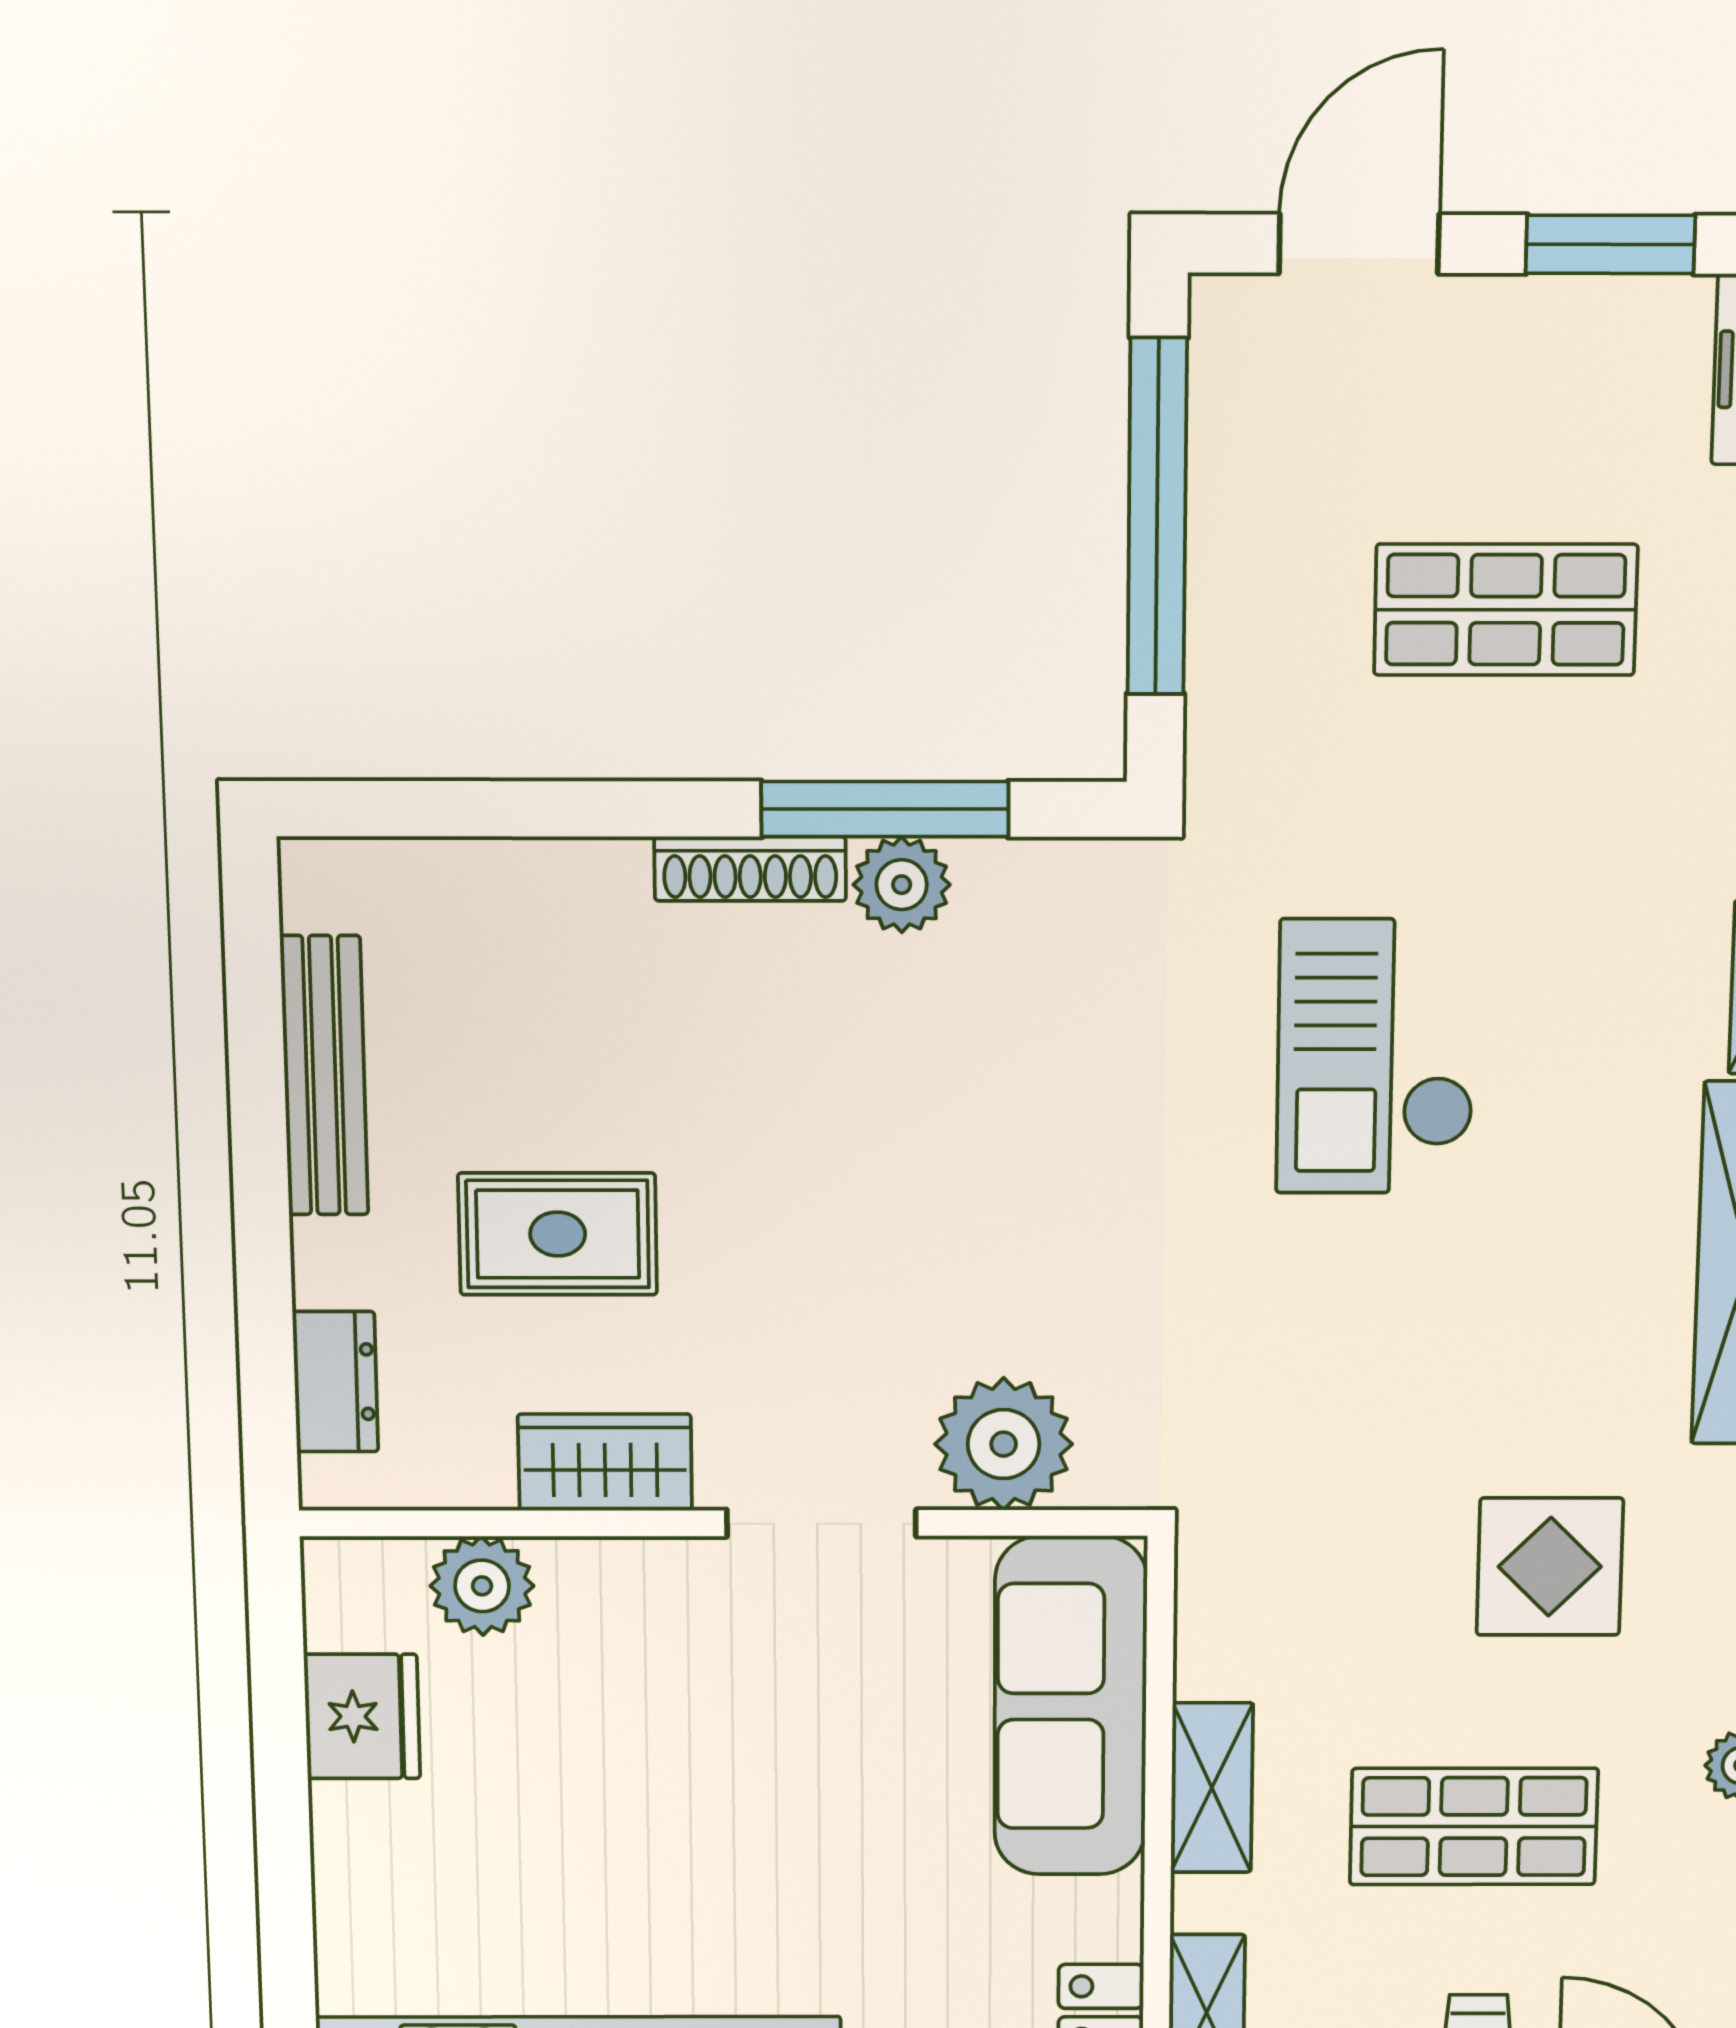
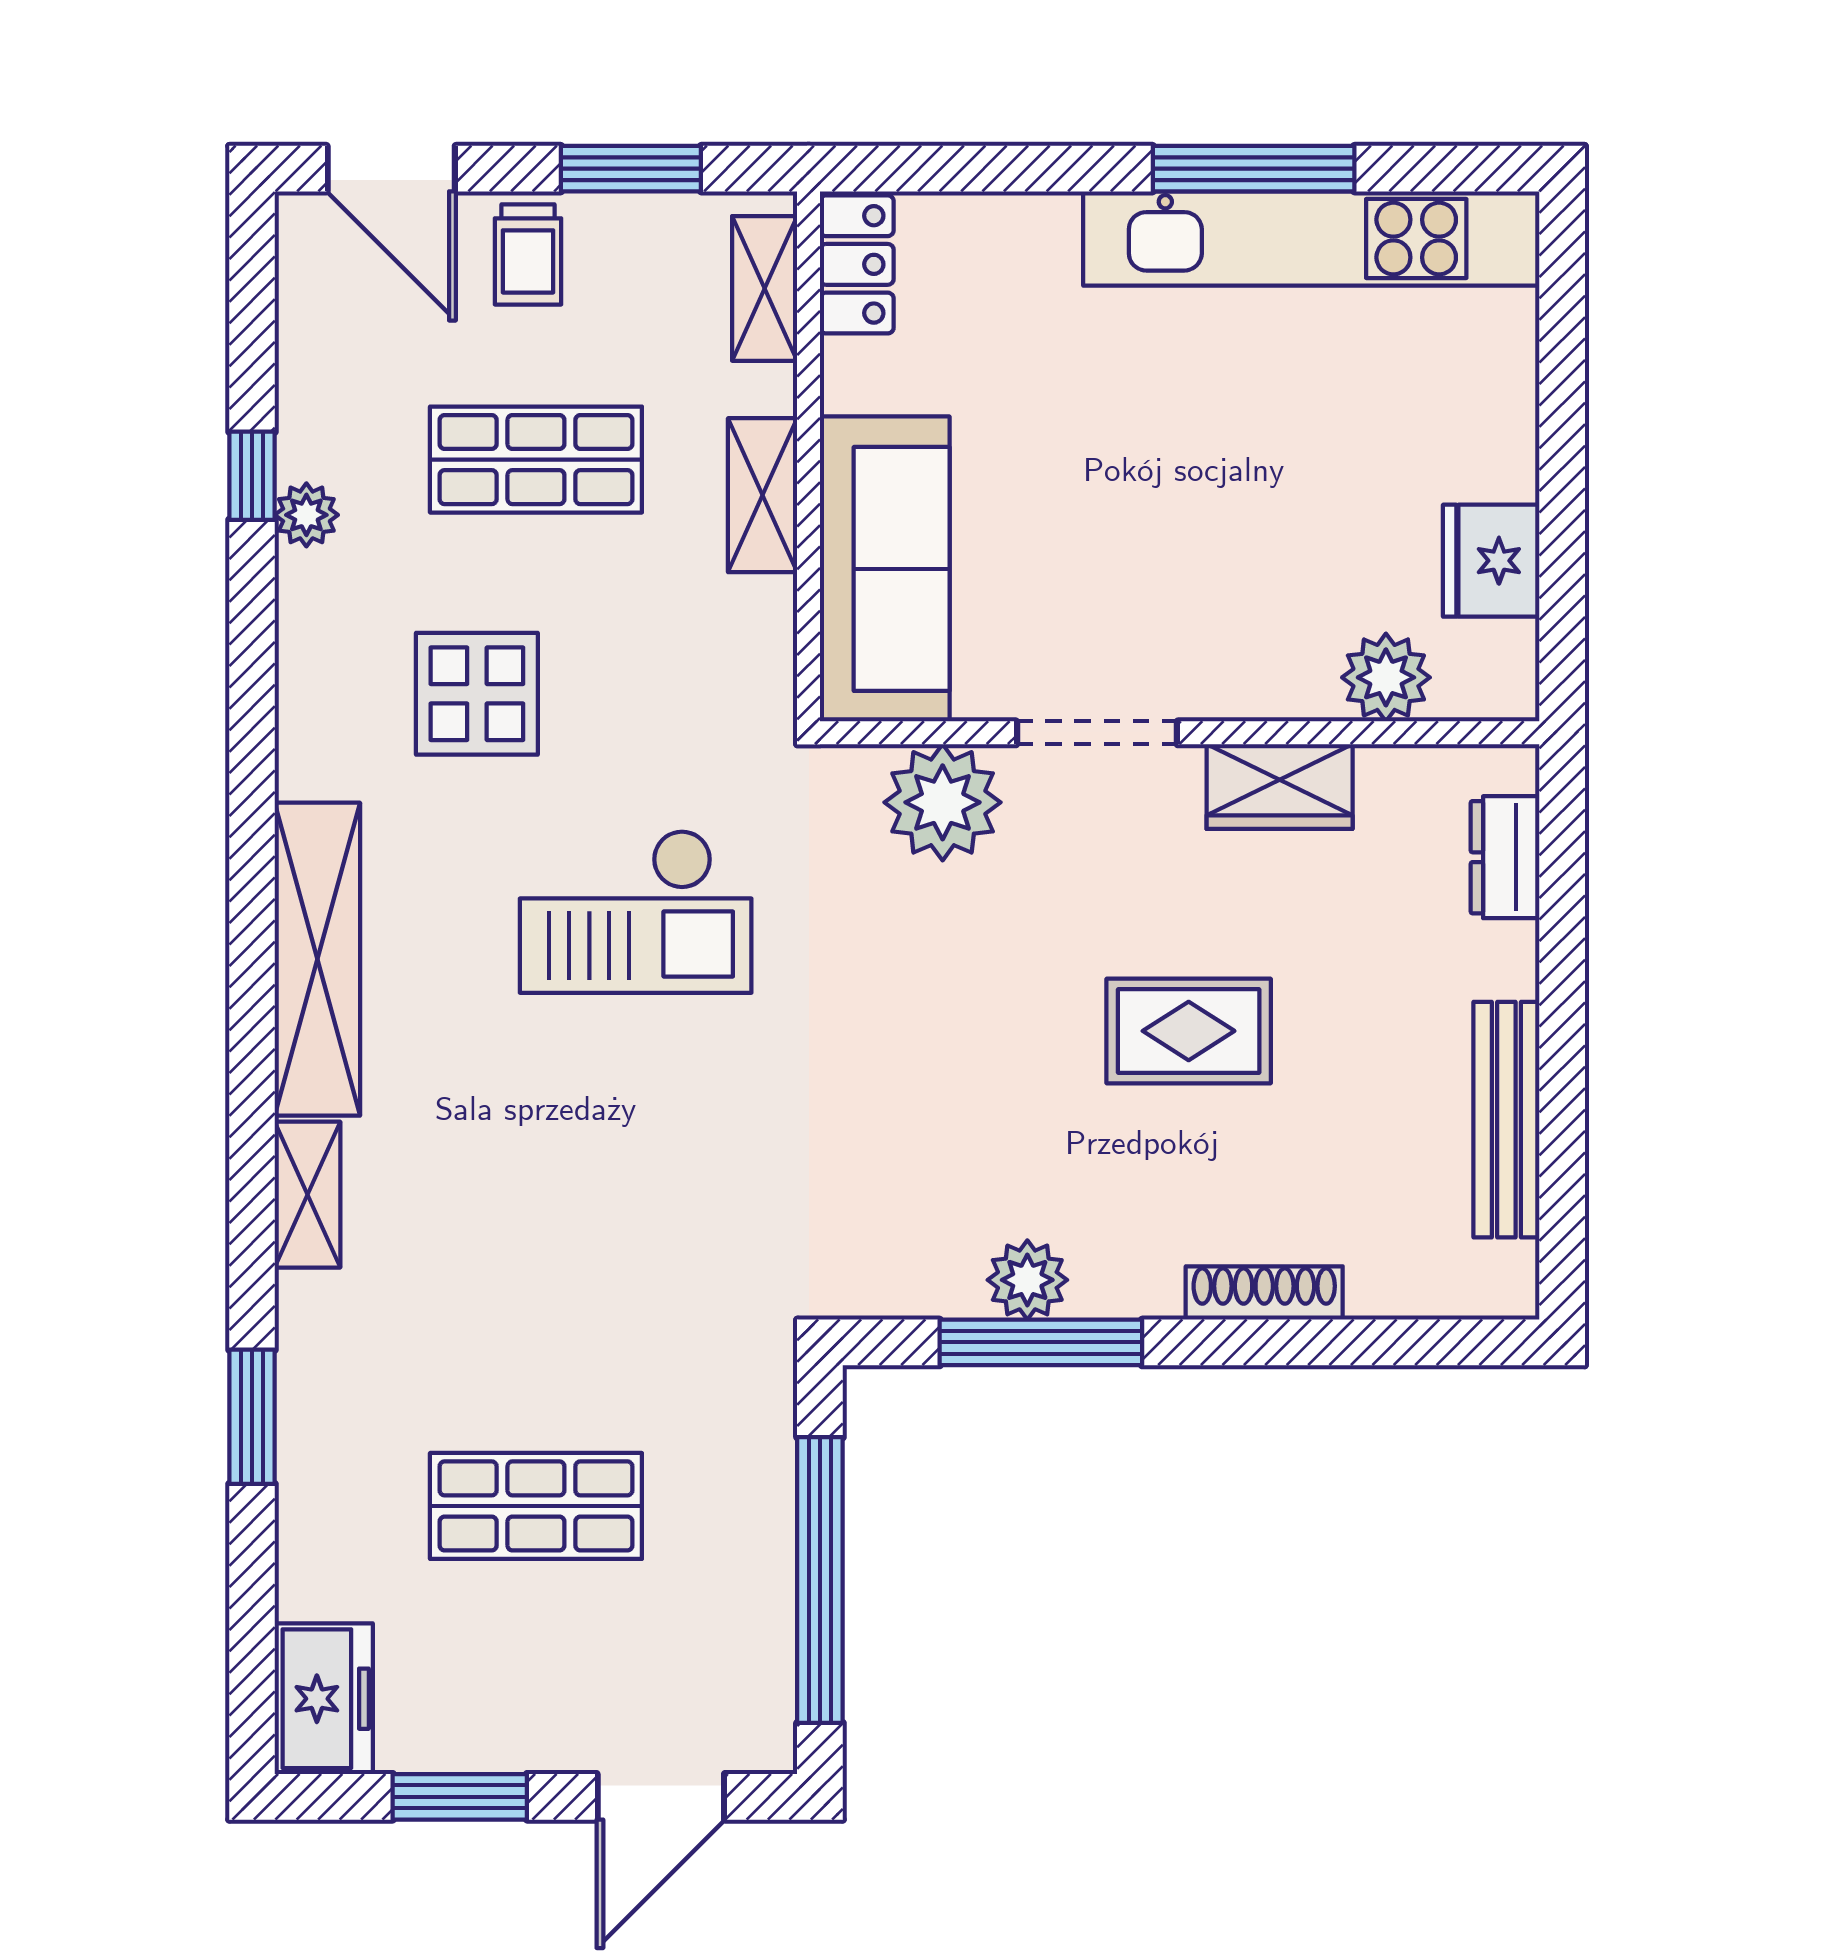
shoe rack: (750, 869) -> (1264, 1293), moved
checkout: (1376, 1056) -> (636, 911), moved, turned 90
rug: (558, 1234) -> (1189, 1031), moved

